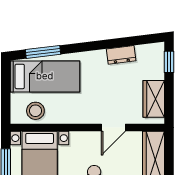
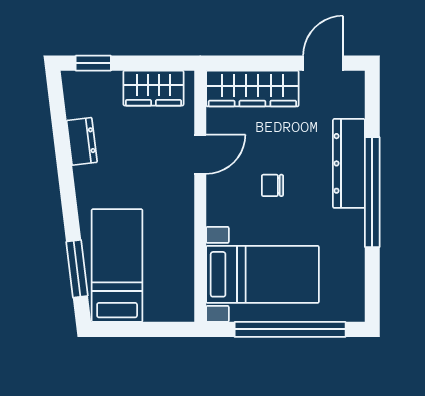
stool: (35, 111) -> (173, 281), removed
door: (113, 128) -> (200, 154), hinge flipped

